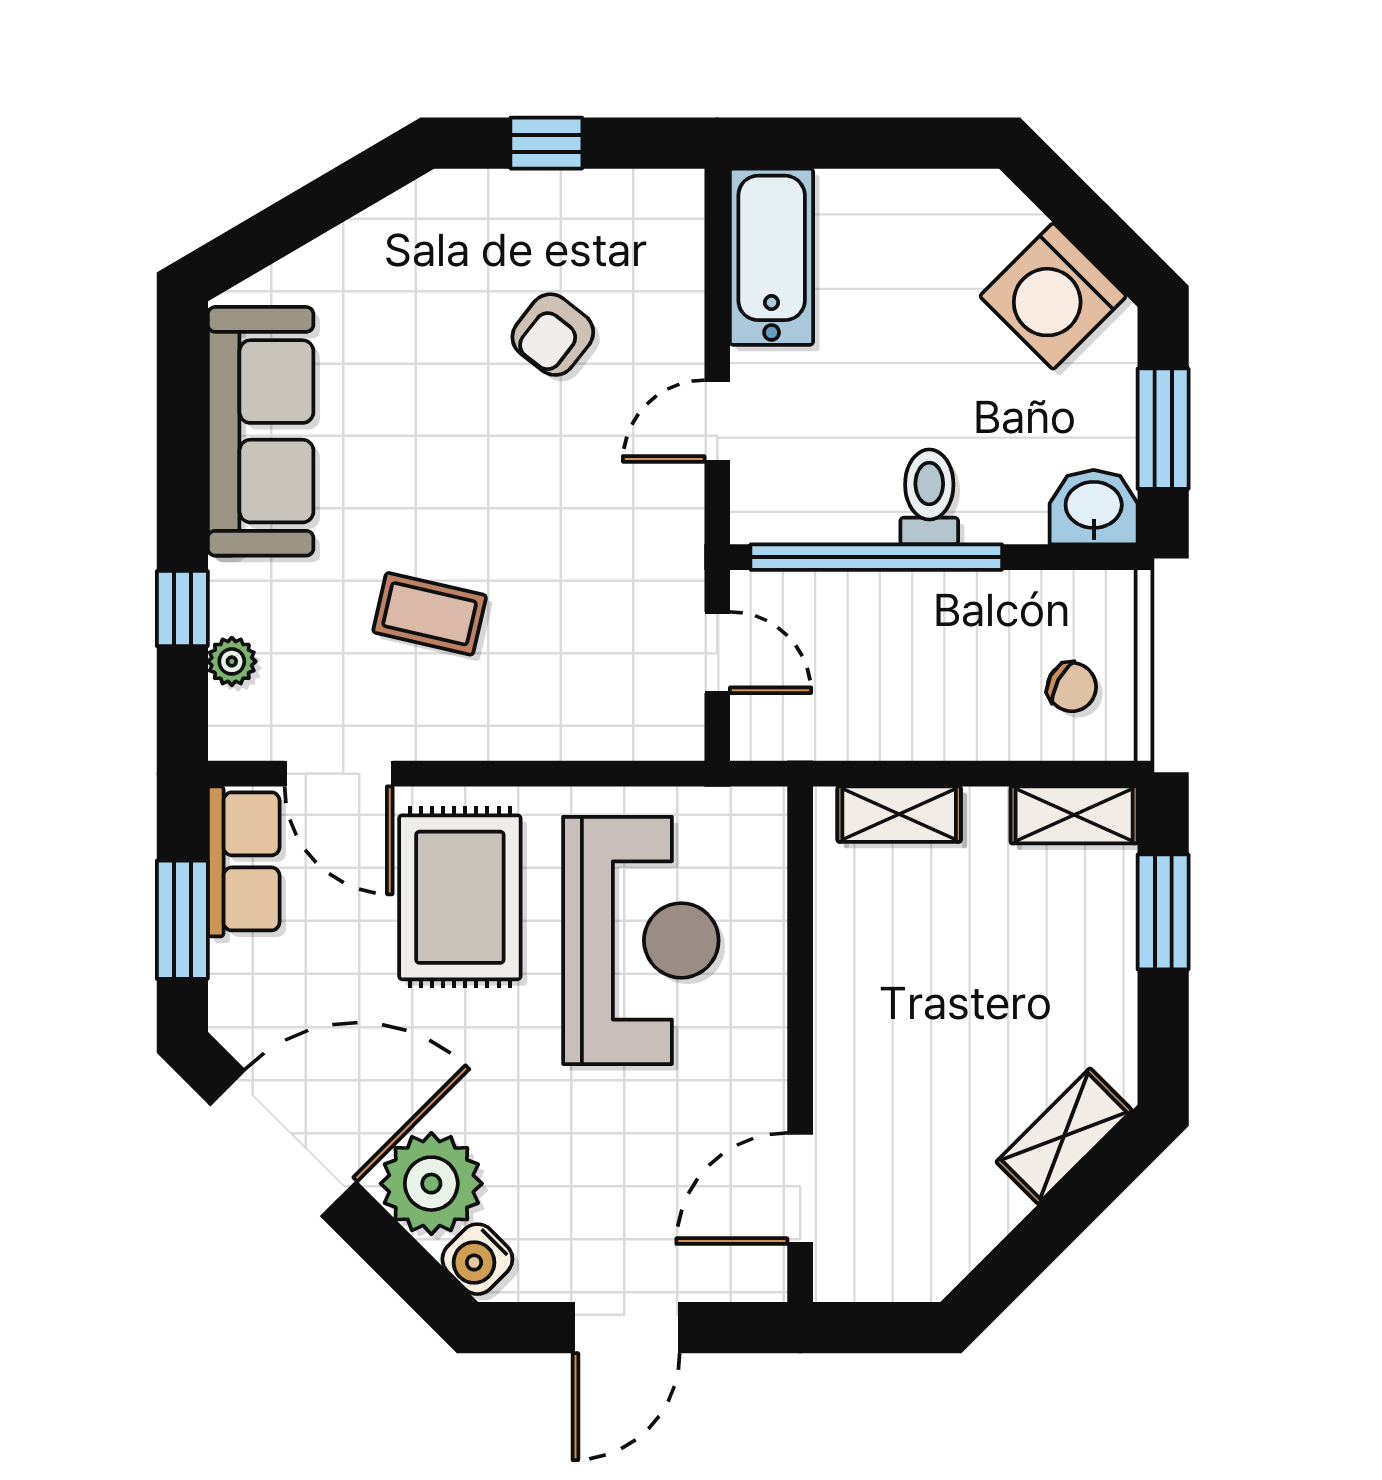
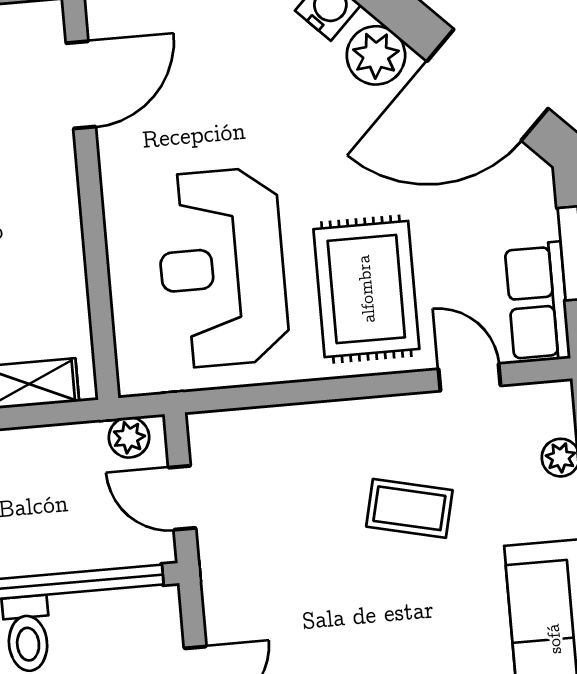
plant: (778, 735) -> (129, 437), added
door: (339, 774) -> (469, 377), width x0.73
plant: (431, 1184) -> (376, 55), width x0.73, depth x0.73

